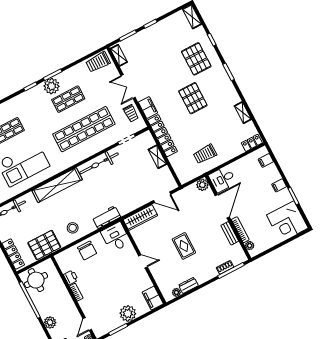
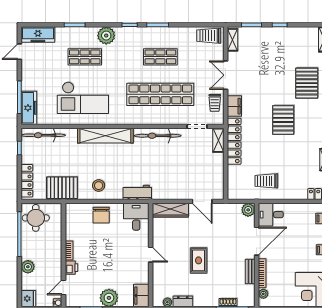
plant: (52, 86) -> (106, 36), moved
shelving: (157, 157) -> (218, 140), moved
printer: (71, 277) -> (71, 268), moved

